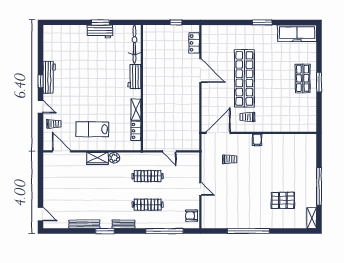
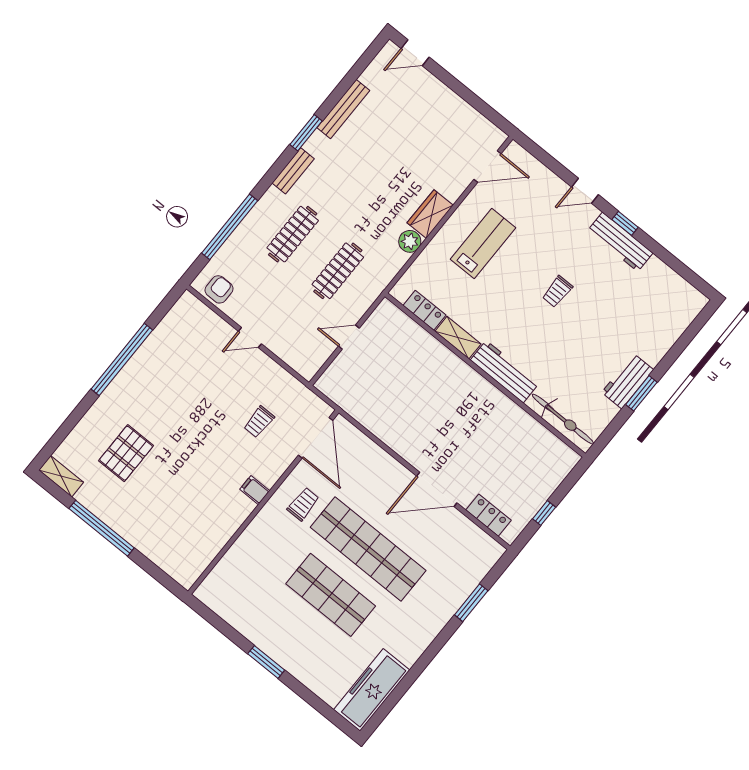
window: (262, 22) -> (471, 603), moved
workbench: (134, 77) -> (505, 372), width x1.38
shop shelf: (303, 78) -> (331, 595), moved, width x1.43, depth x1.36
trolley: (54, 124) -> (557, 292), moved

